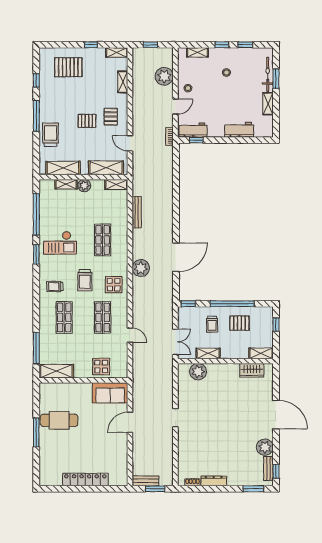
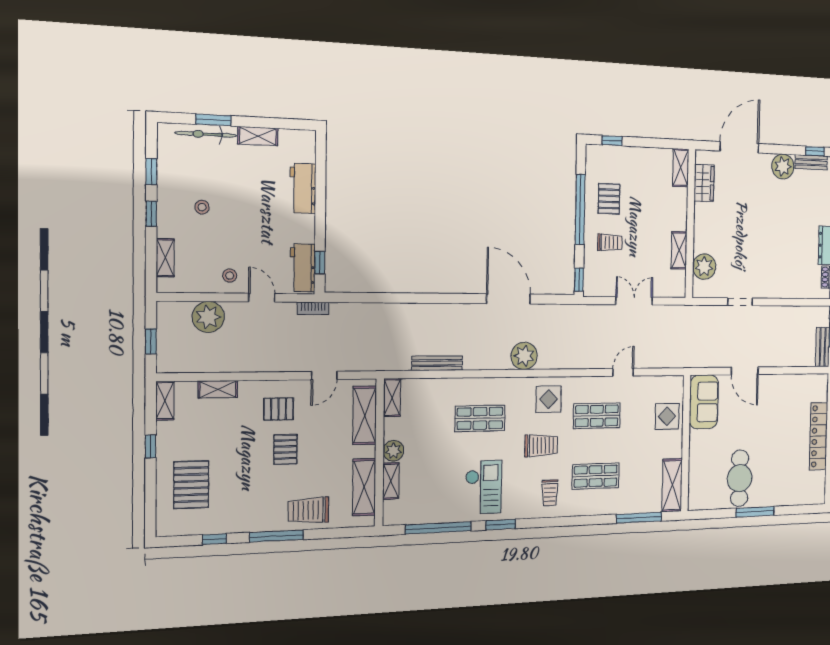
shelving: (208, 353) -> (679, 250), moved
shelving: (261, 353) -> (681, 168), moved
wall: (225, 361) -> (690, 224), moved
wardrobe: (252, 370) -> (704, 183), moved
plant: (198, 372) -> (704, 267), moved

